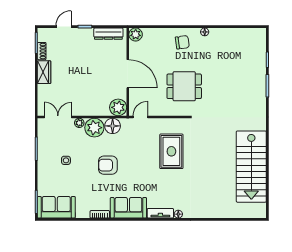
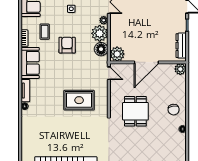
coffee table: (92, 191) -> (45, 32), added

